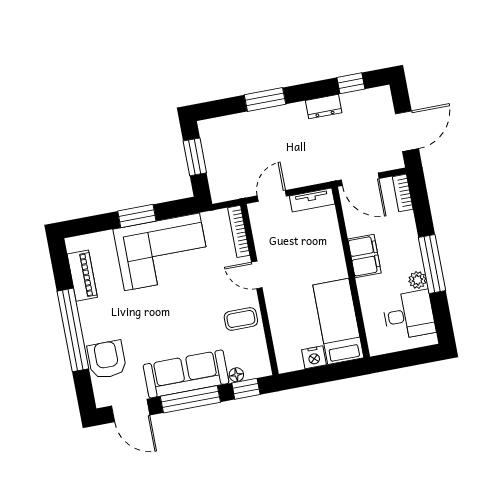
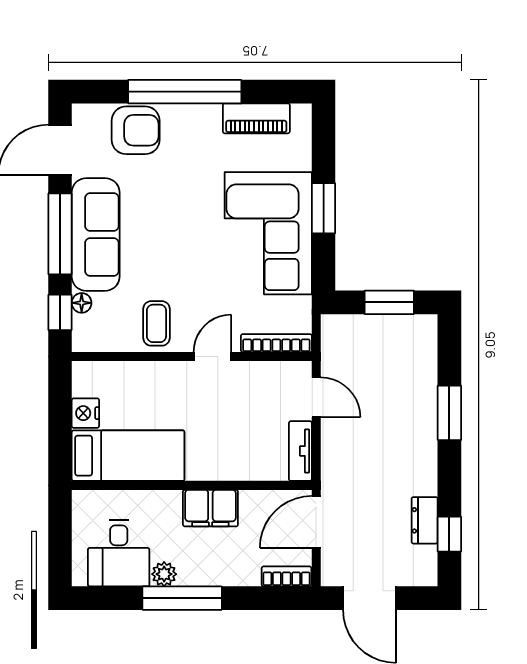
dresser: (324, 107) -> (425, 520), moved

